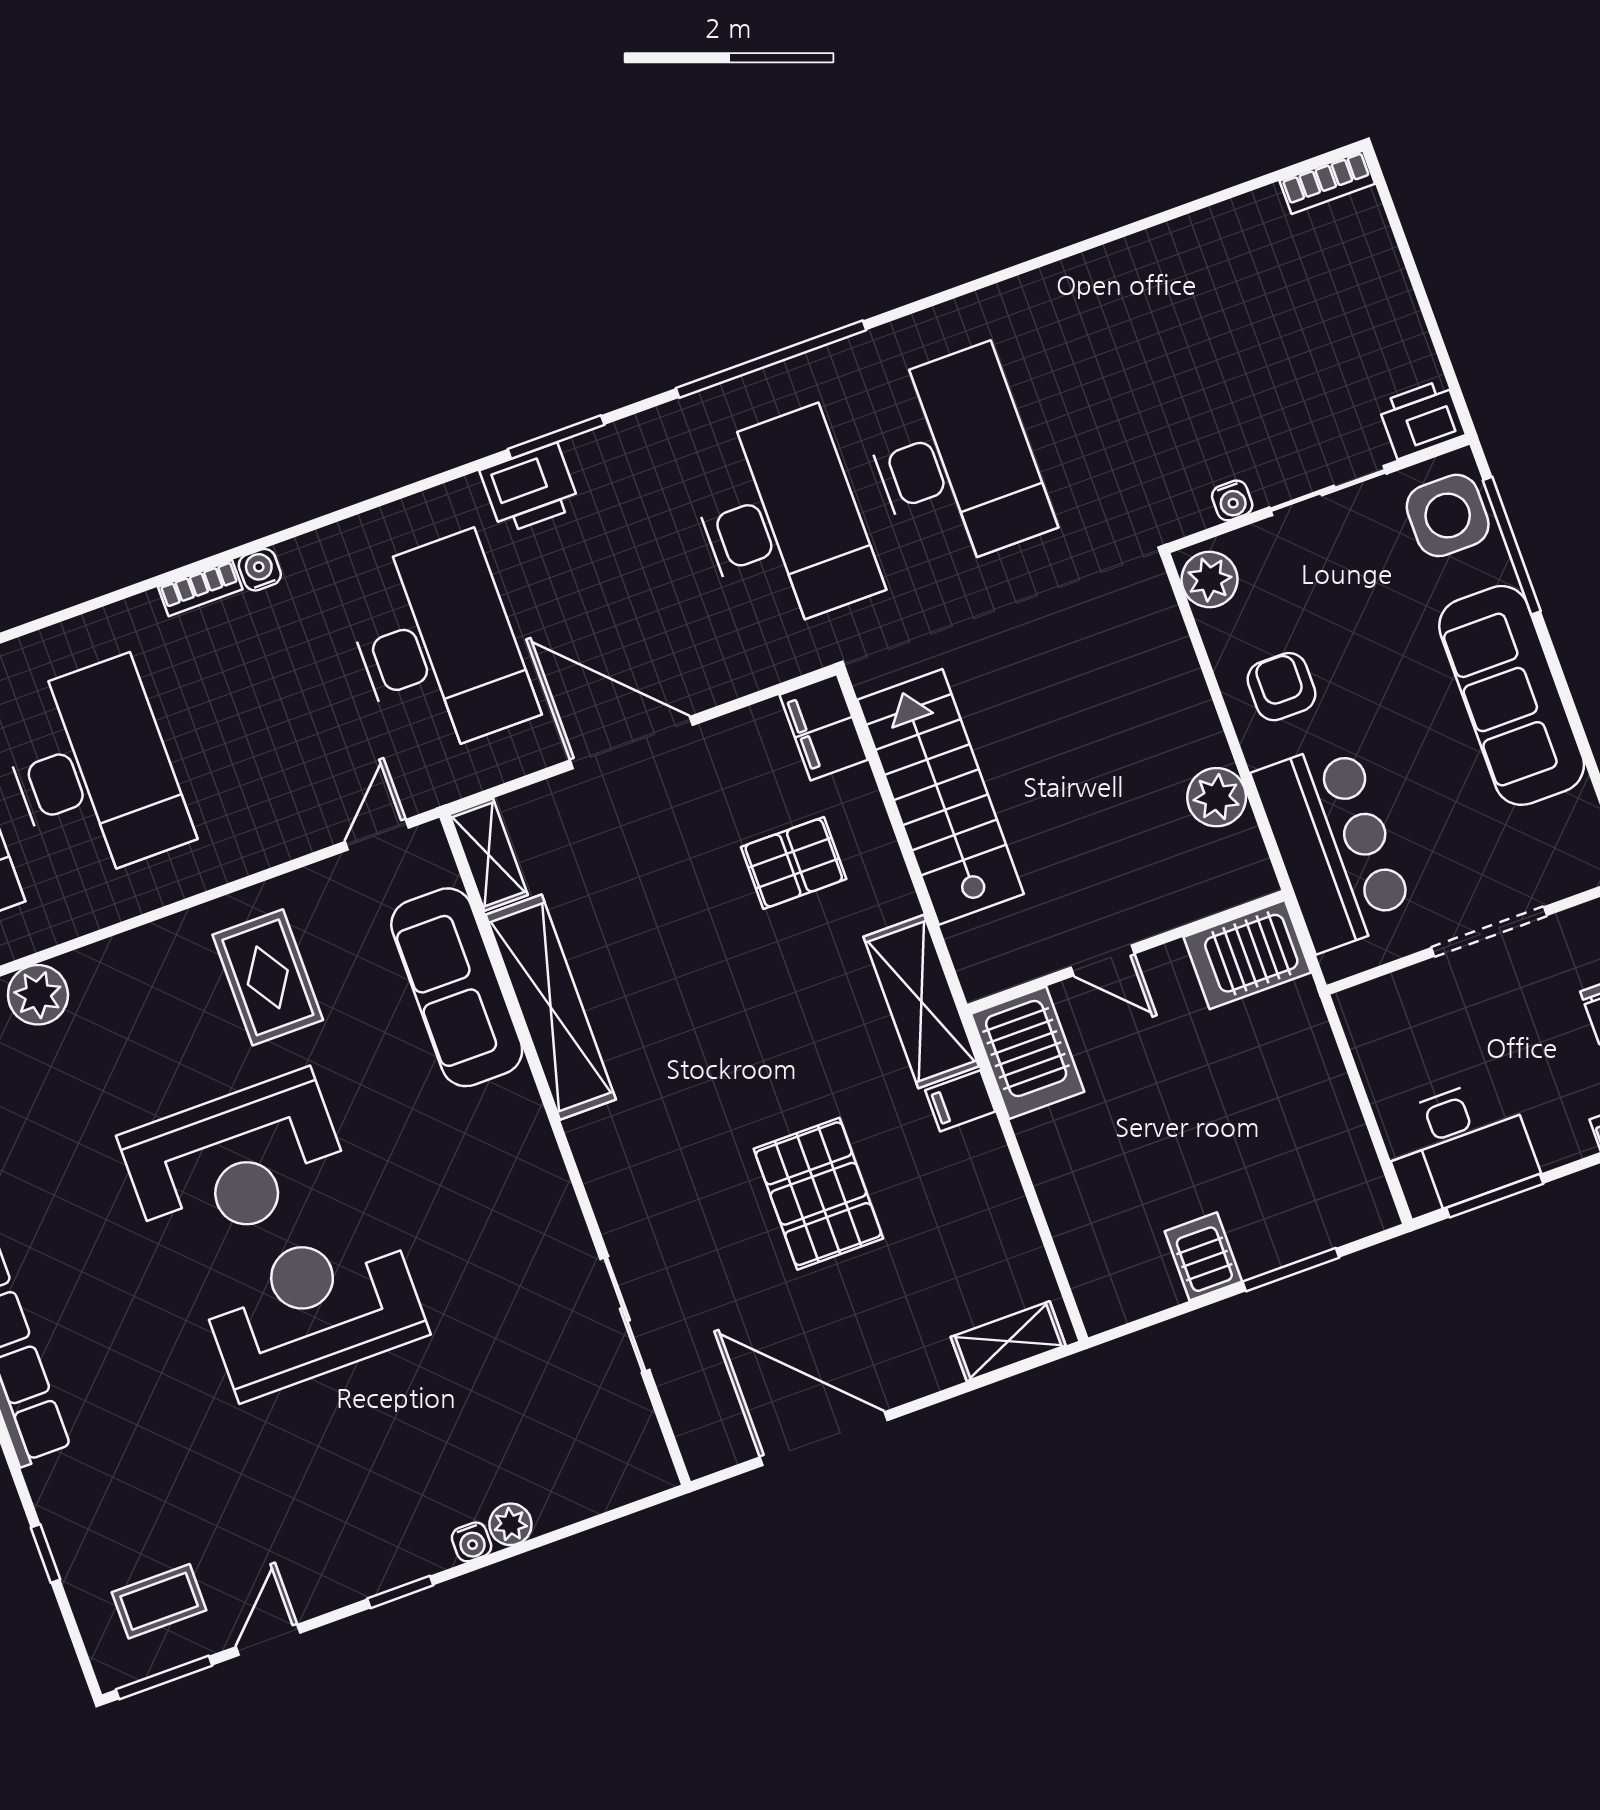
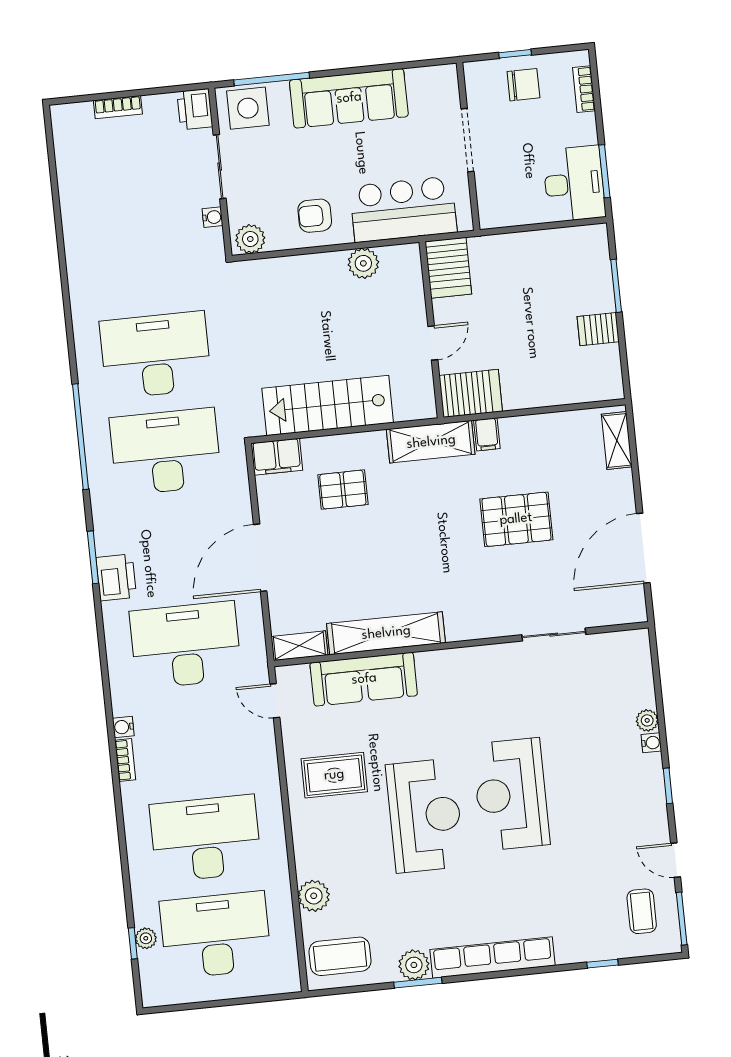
bookcase: (1327, 182) -> (118, 107), moved, turned 90
pallet: (794, 863) -> (343, 490), turned 90

